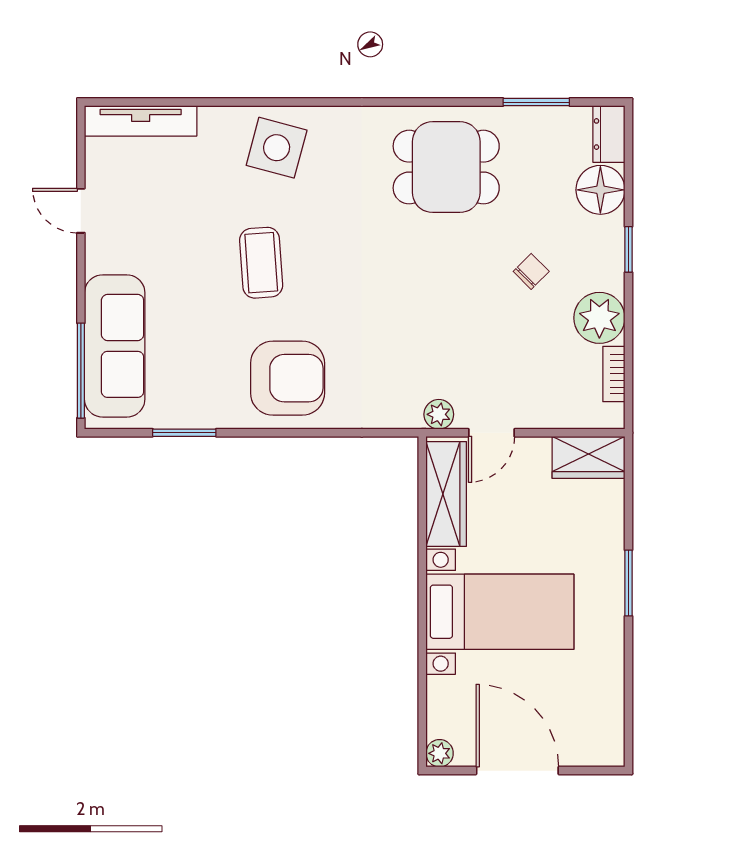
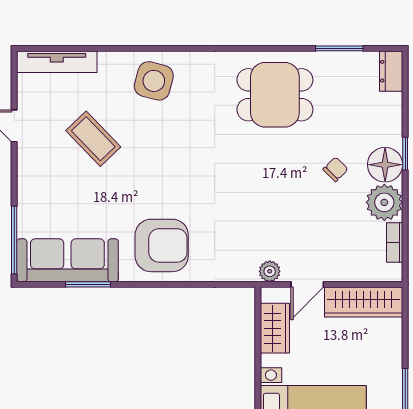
floor lamp: (600, 190) -> (385, 165), moved
coffee table: (261, 263) -> (93, 139), moved, turned -40
sofa: (115, 346) -> (67, 260), moved, turned -90
wardrobe: (589, 457) -> (364, 302), width x1.50
wardrobe: (446, 494) -> (275, 328), width x0.67

